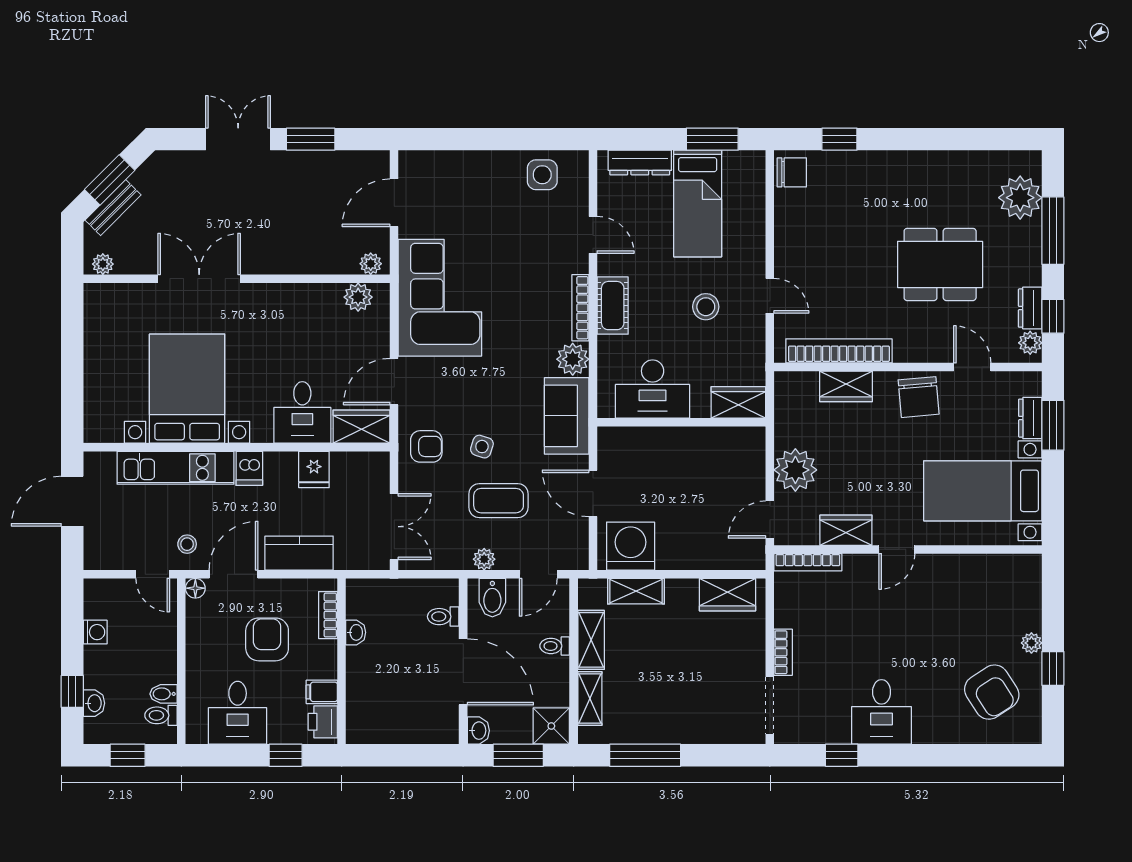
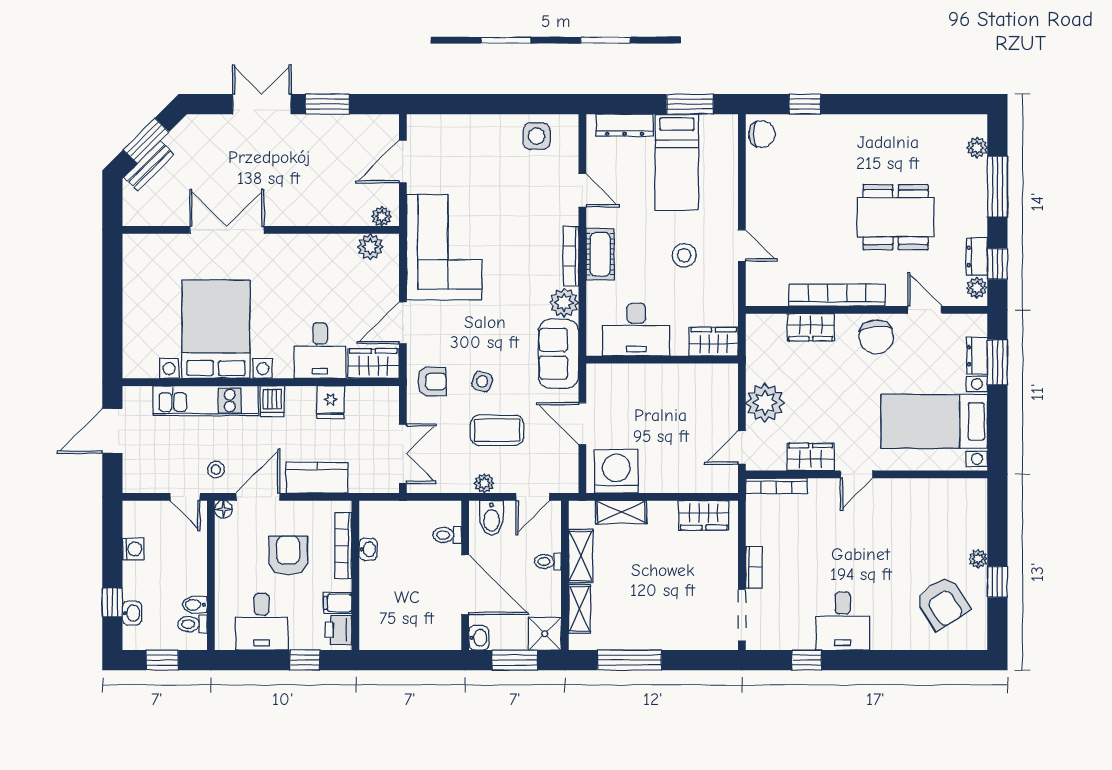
plant: (1020, 198) -> (977, 148), width x0.53, depth x0.53
plant: (103, 264) -> (140, 217), removed
bookcase: (839, 351) -> (837, 295), moved
bookcase: (328, 615) -> (343, 546), width x1.56

